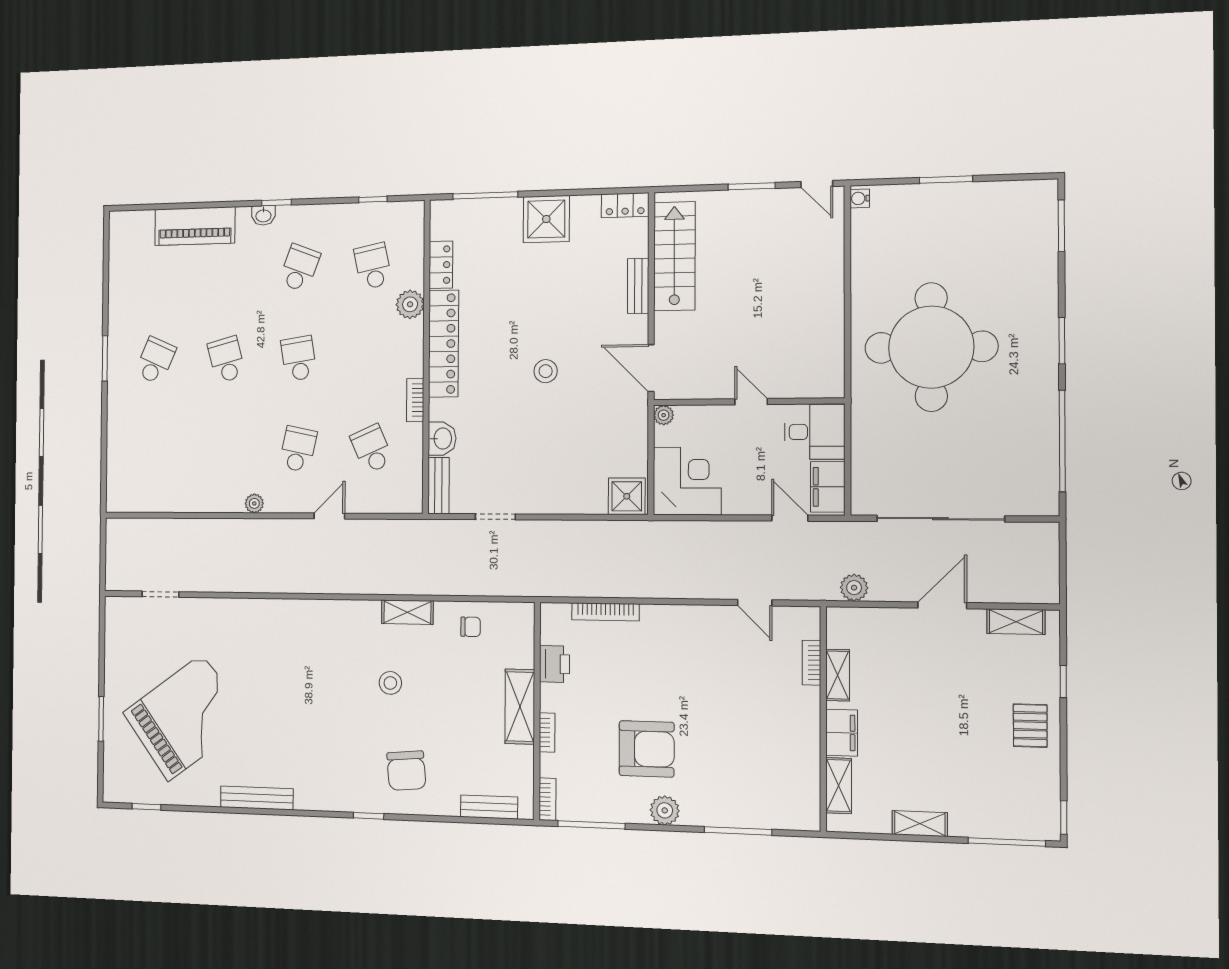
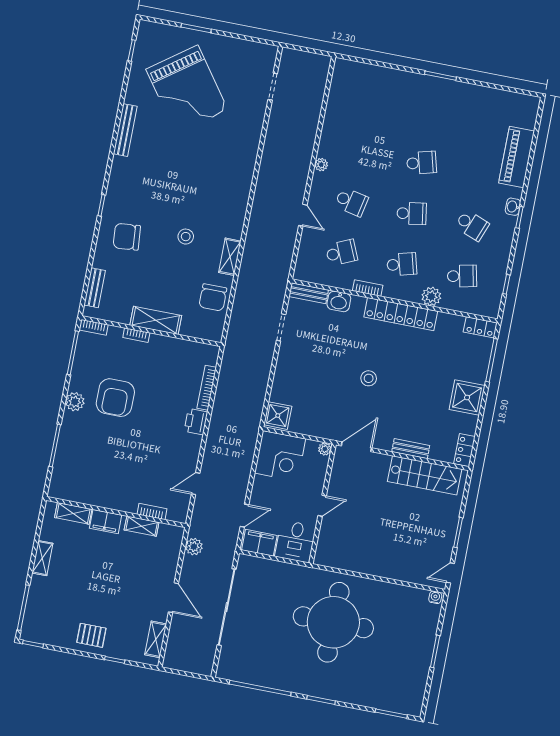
locker: (441, 265) -> (480, 327), moved
school desk: (155, 361) -> (402, 264), moved, turned -39
chair: (471, 627) -> (213, 297), width x1.87, depth x1.87
printer: (554, 664) -> (196, 422), moved, turned 90

